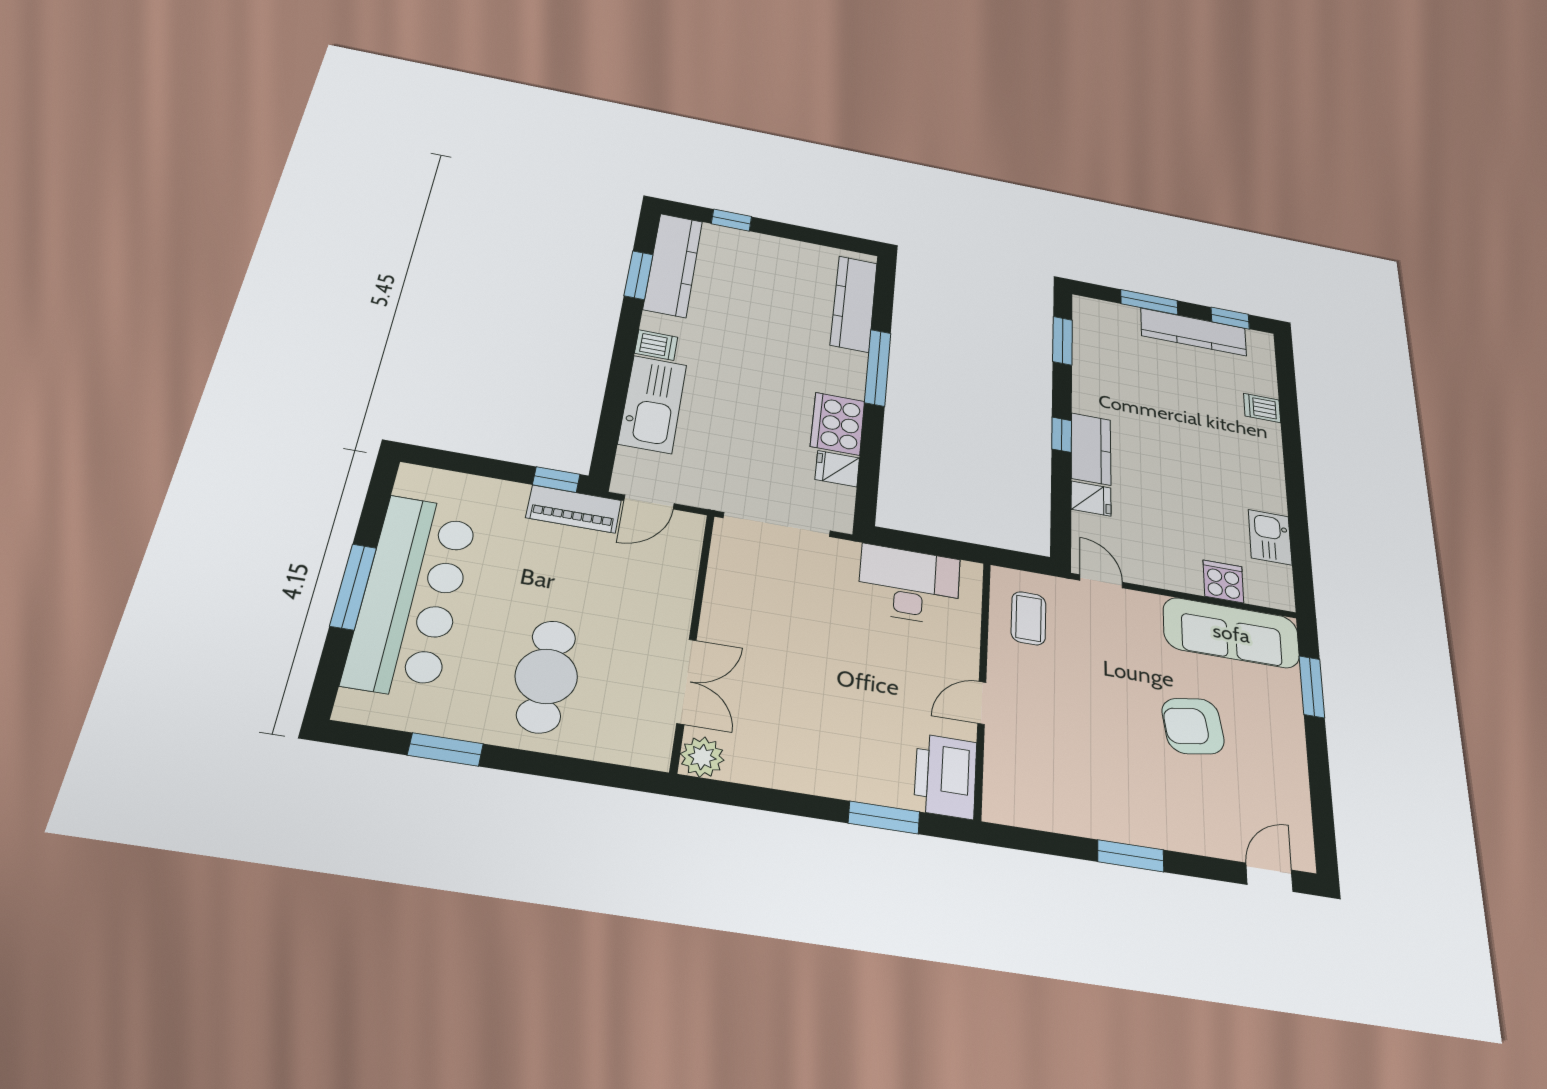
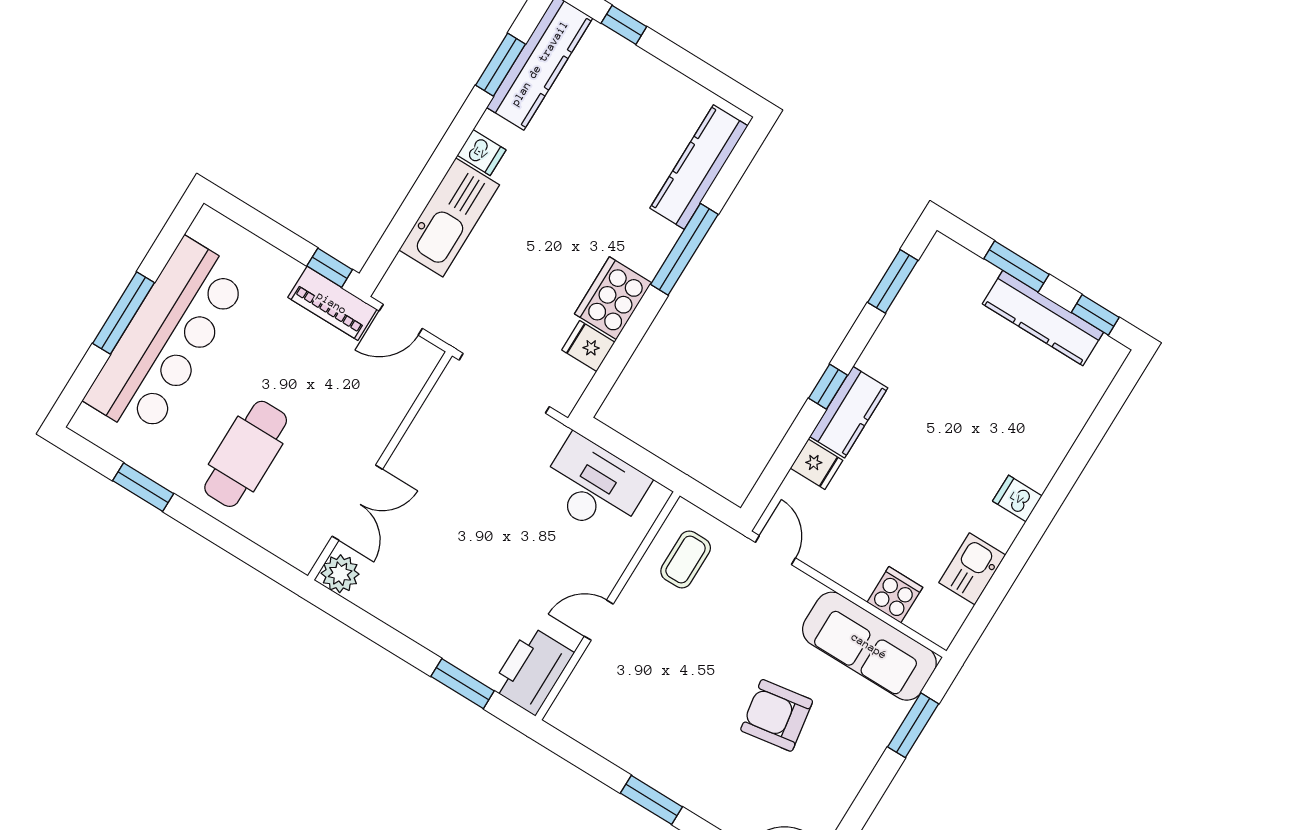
dishwasher: (1262, 408) -> (1017, 498), moved

